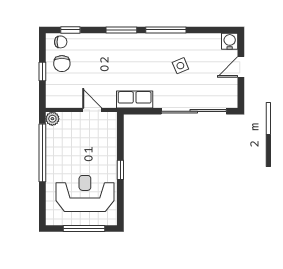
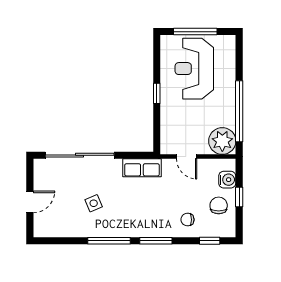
water cooler: (230, 41) -> (227, 180), moved, turned -90
chair: (61, 42) -> (188, 220), moved
plant: (52, 119) -> (222, 141), width x1.87, depth x1.87
reception desk: (85, 193) -> (194, 69), turned 90

